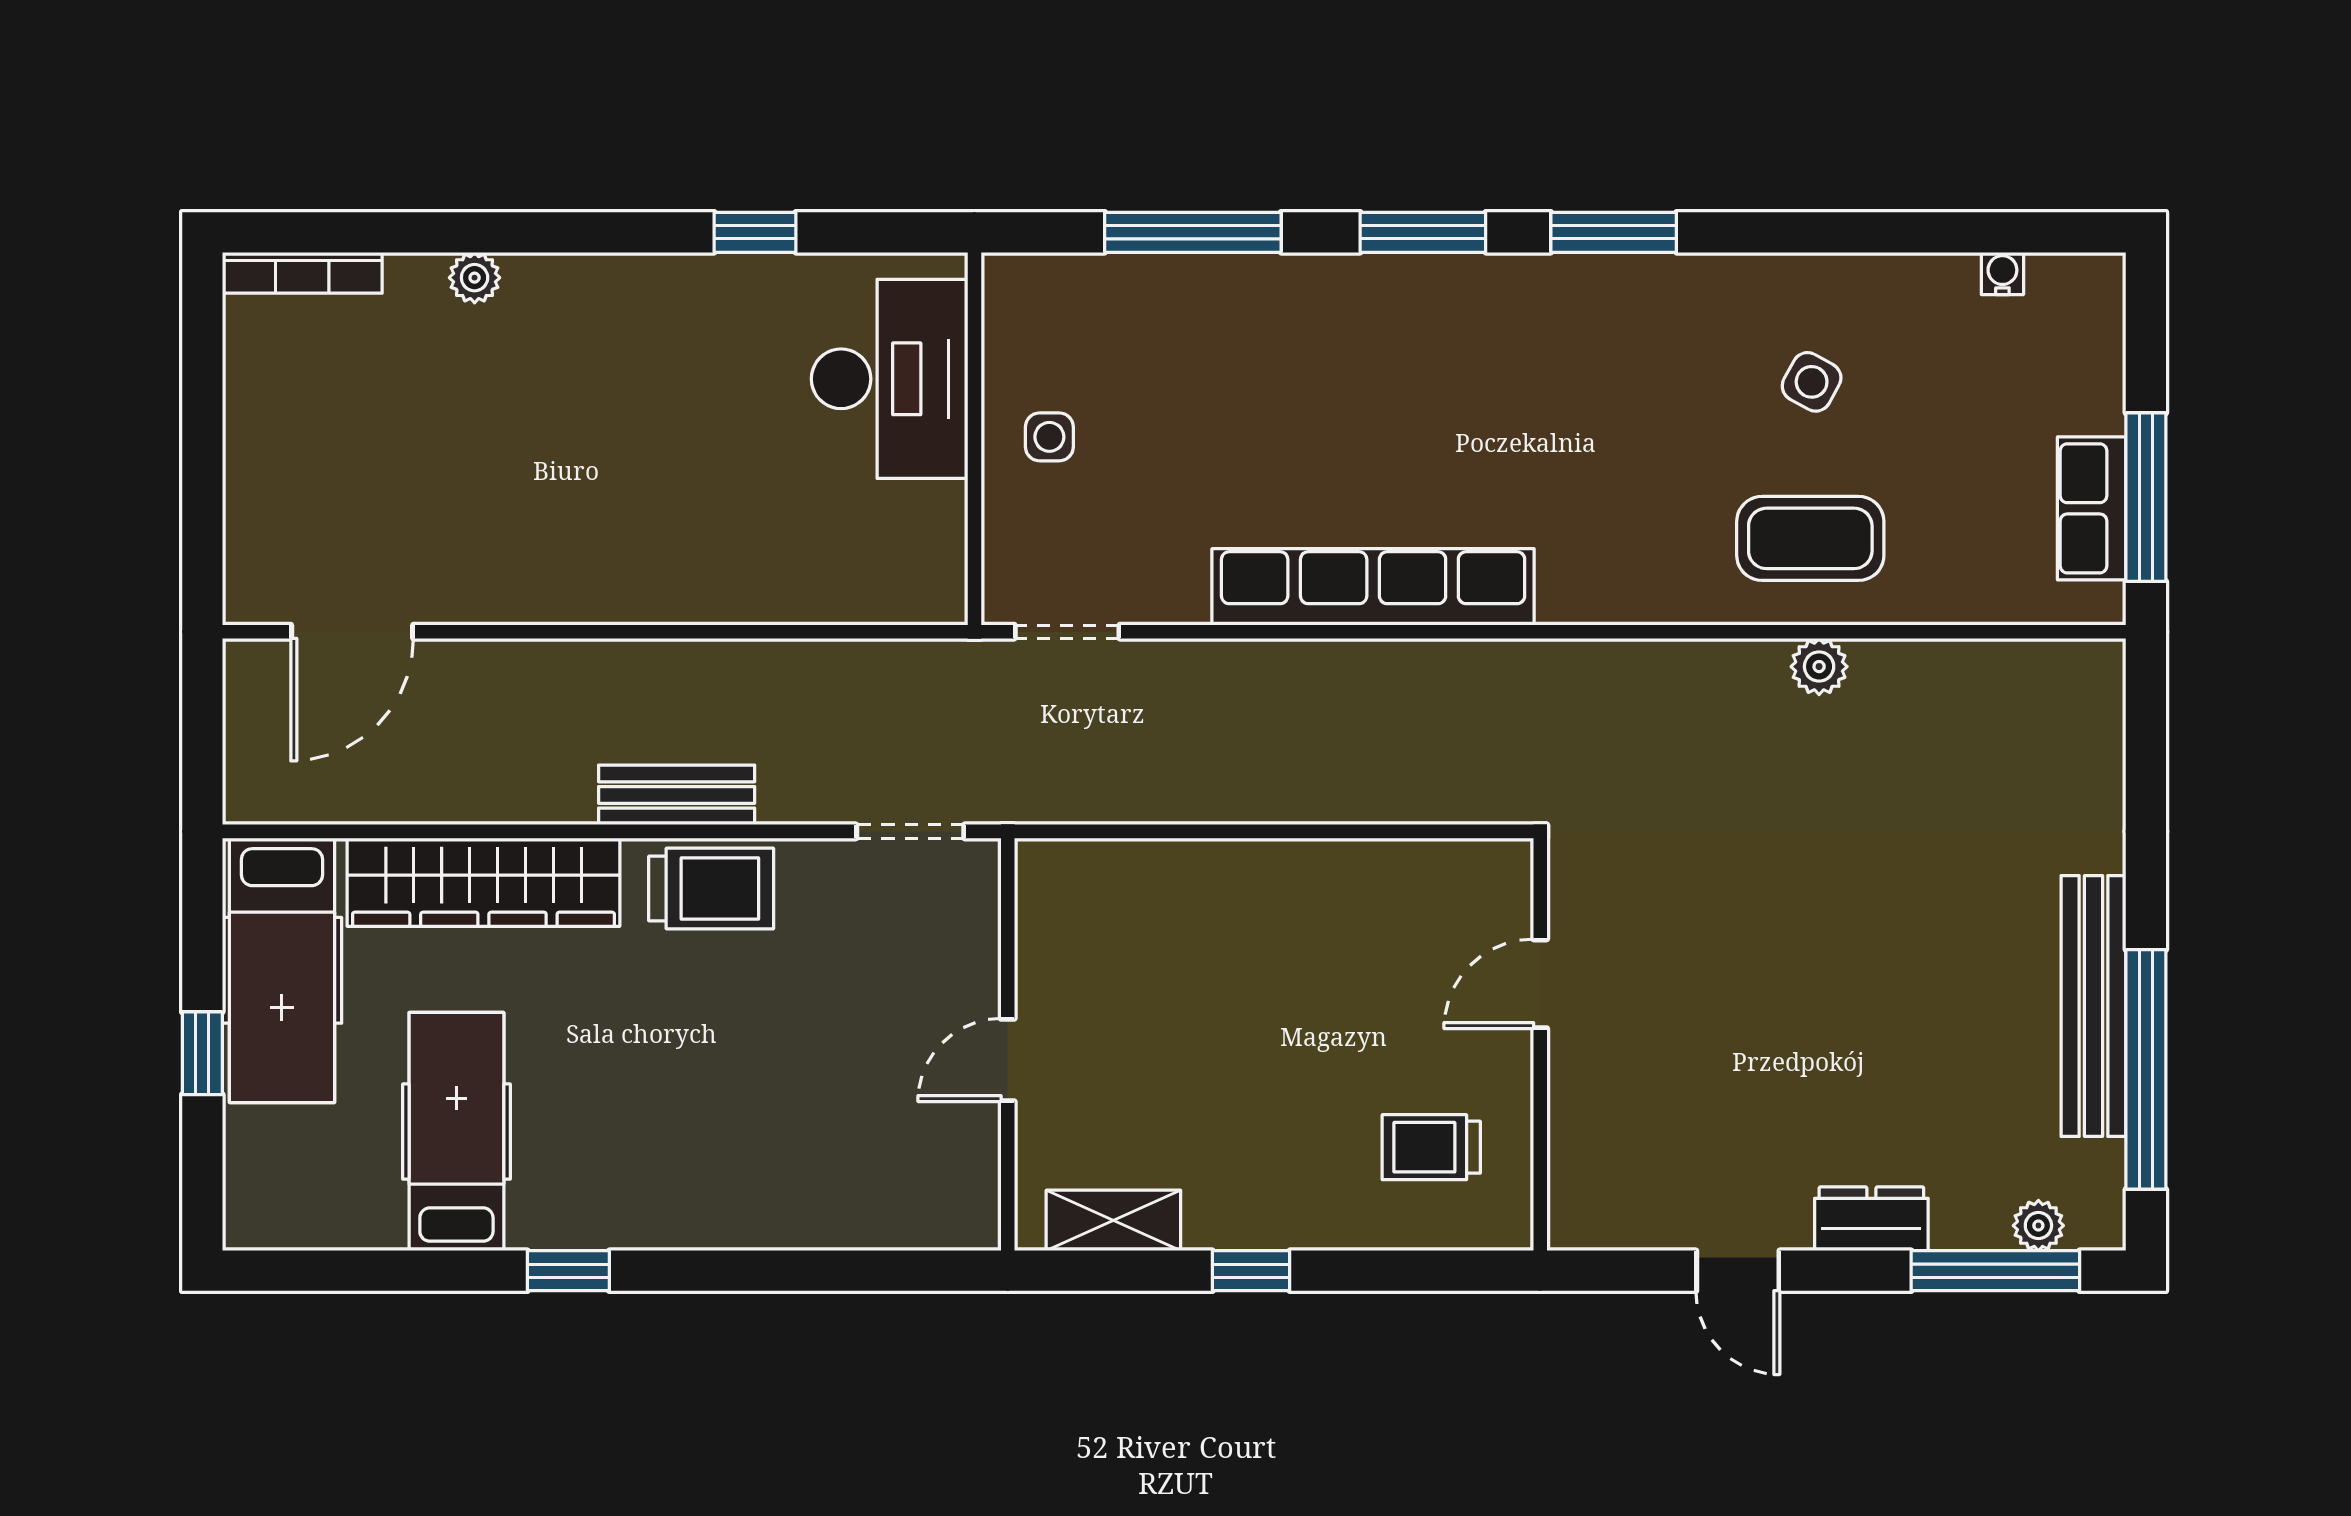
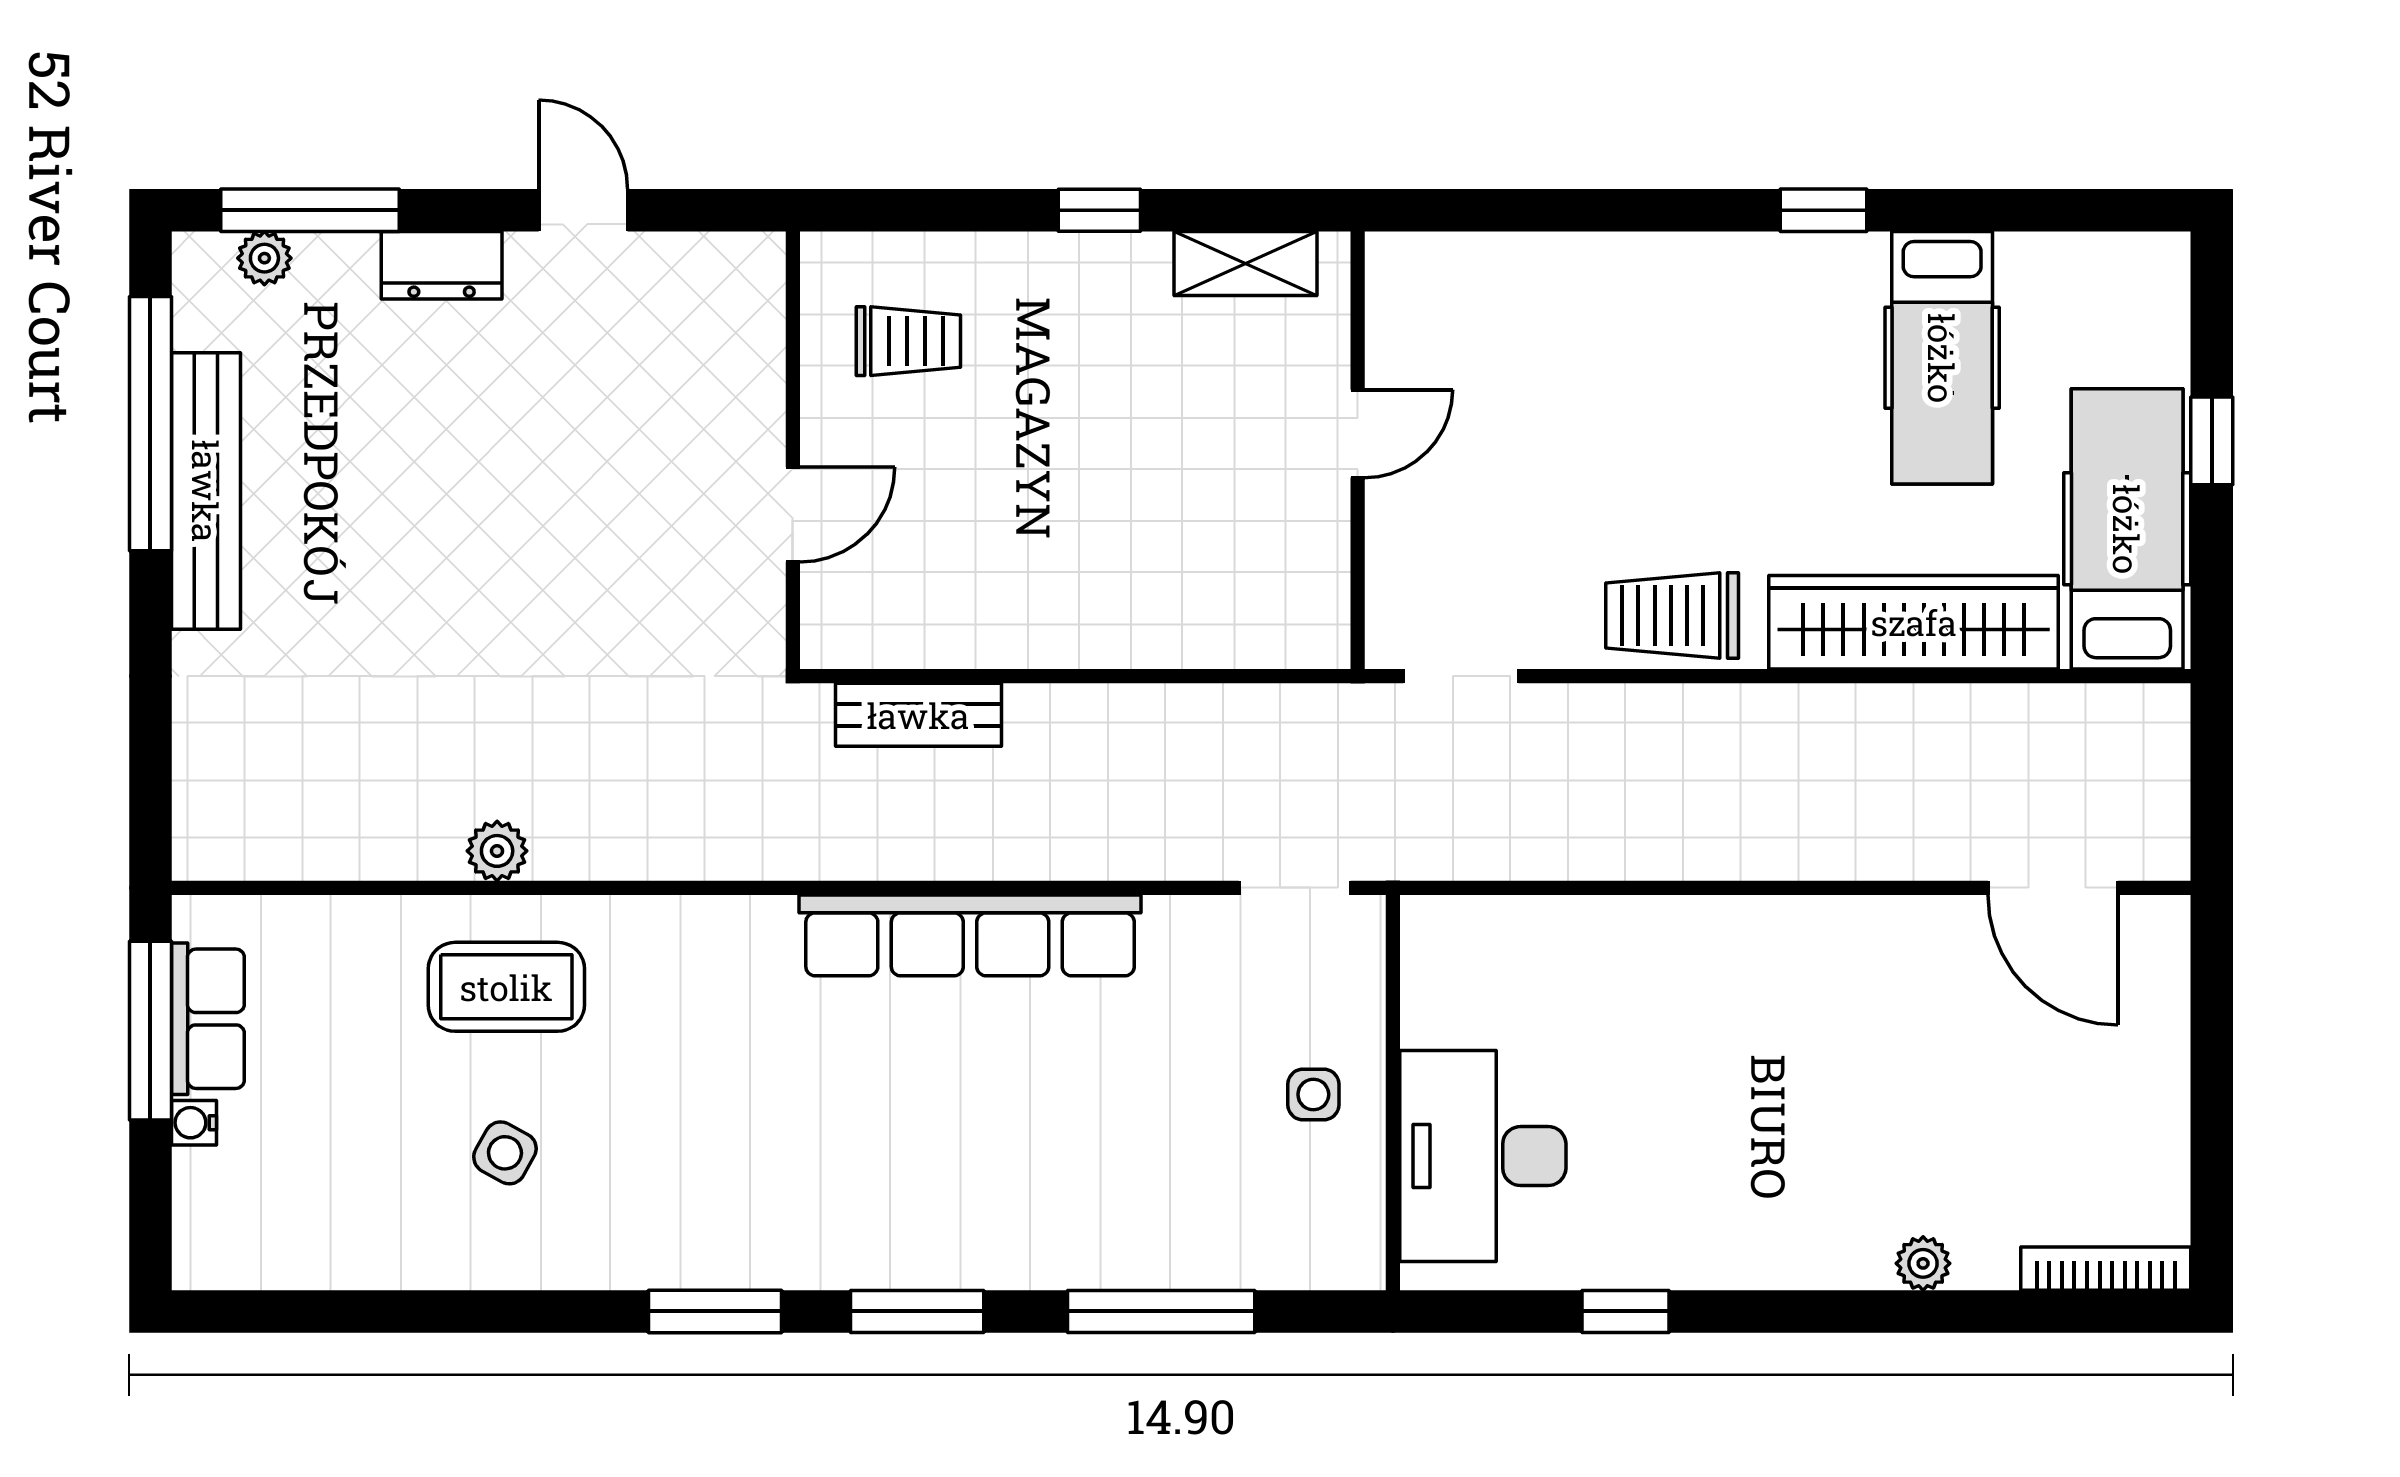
water cooler: (2002, 273) -> (194, 1123), moved, turned 90
door: (352, 632) -> (2053, 888), swing flipped
bench: (677, 795) -> (918, 715), moved

